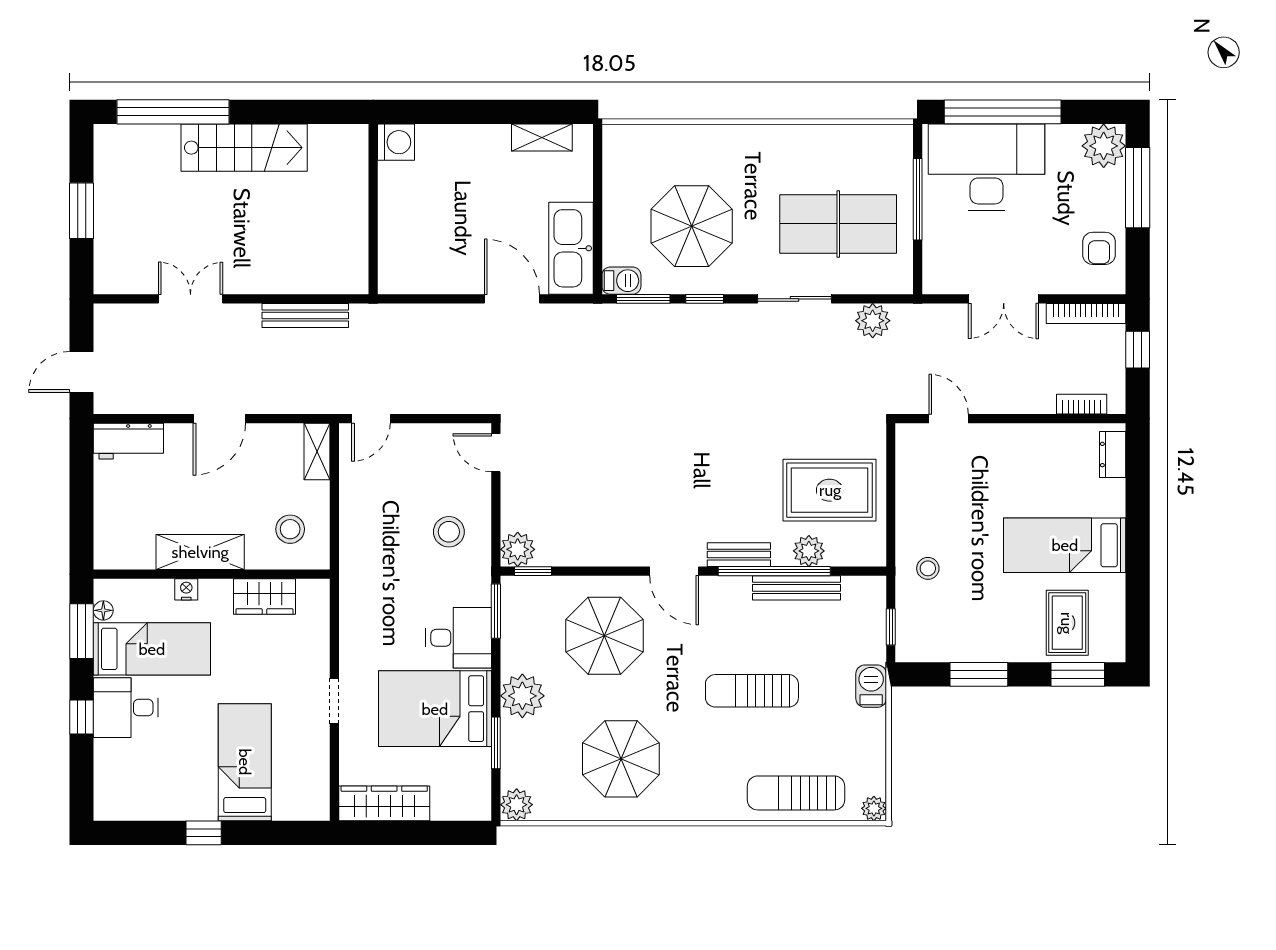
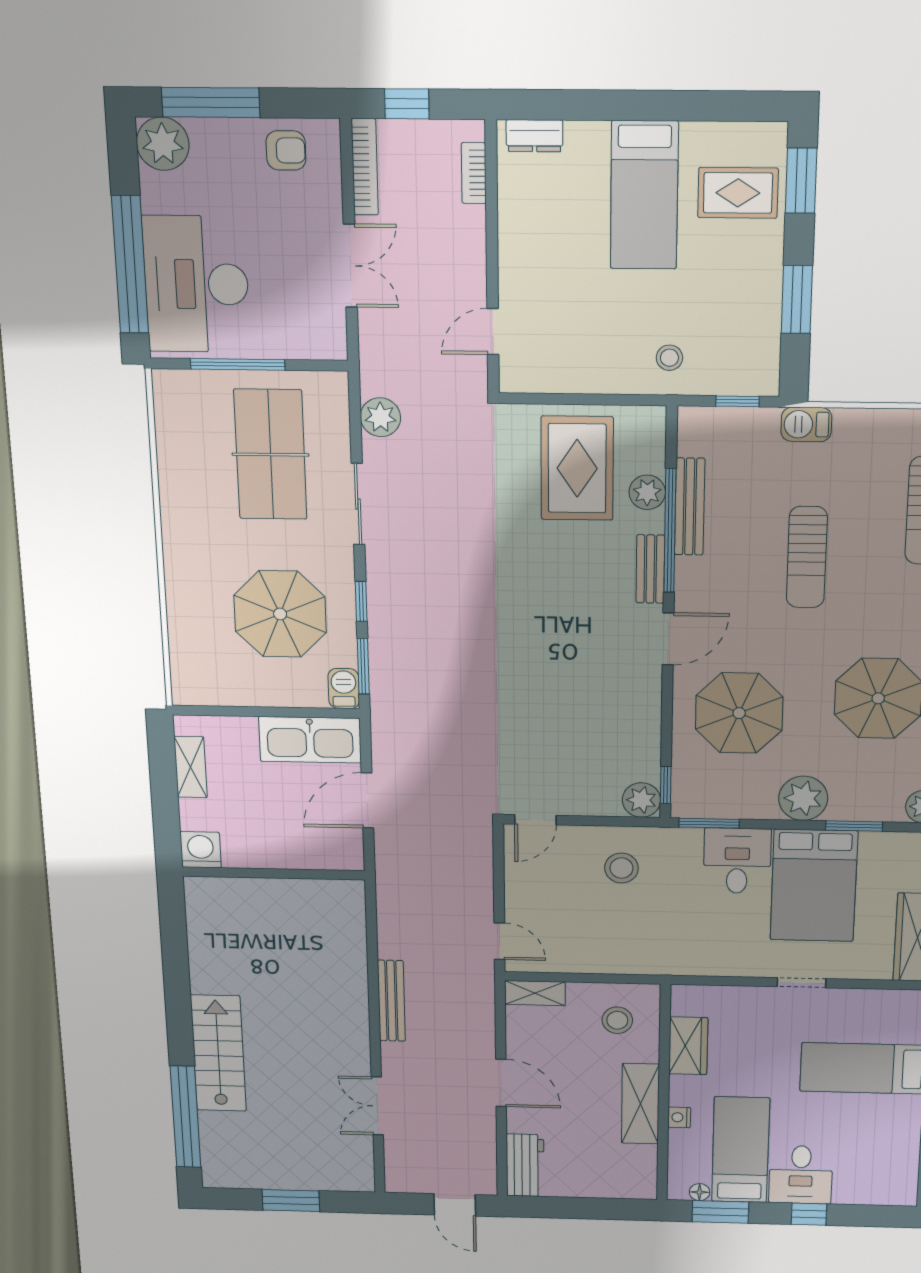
washing machine: (396, 142) -> (201, 850), moved
wall: (373, 209) -> (274, 873), moved

